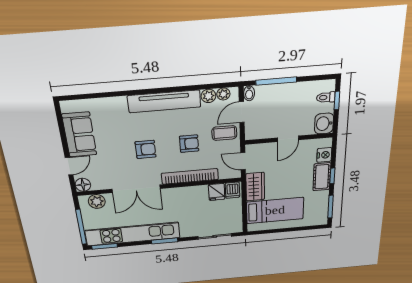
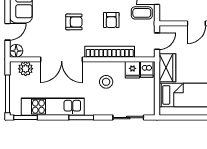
armchair: (189, 144) -> (111, 20), turned 90
door: (243, 161) -> (157, 41), swing flipped
stool: (188, 206) -> (106, 82), added
kitchen unit: (133, 234) -> (53, 107), width x0.73

